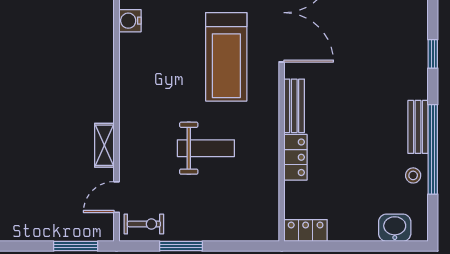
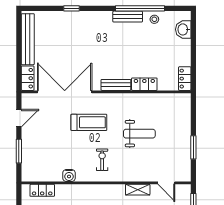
window: (433, 54) -> (71, 8), moved
treadmill: (226, 57) -> (89, 122), width x0.73, depth x0.73
weight bench: (206, 148) -> (139, 134), turned 90
exercise bike: (144, 224) -> (102, 160), moved

